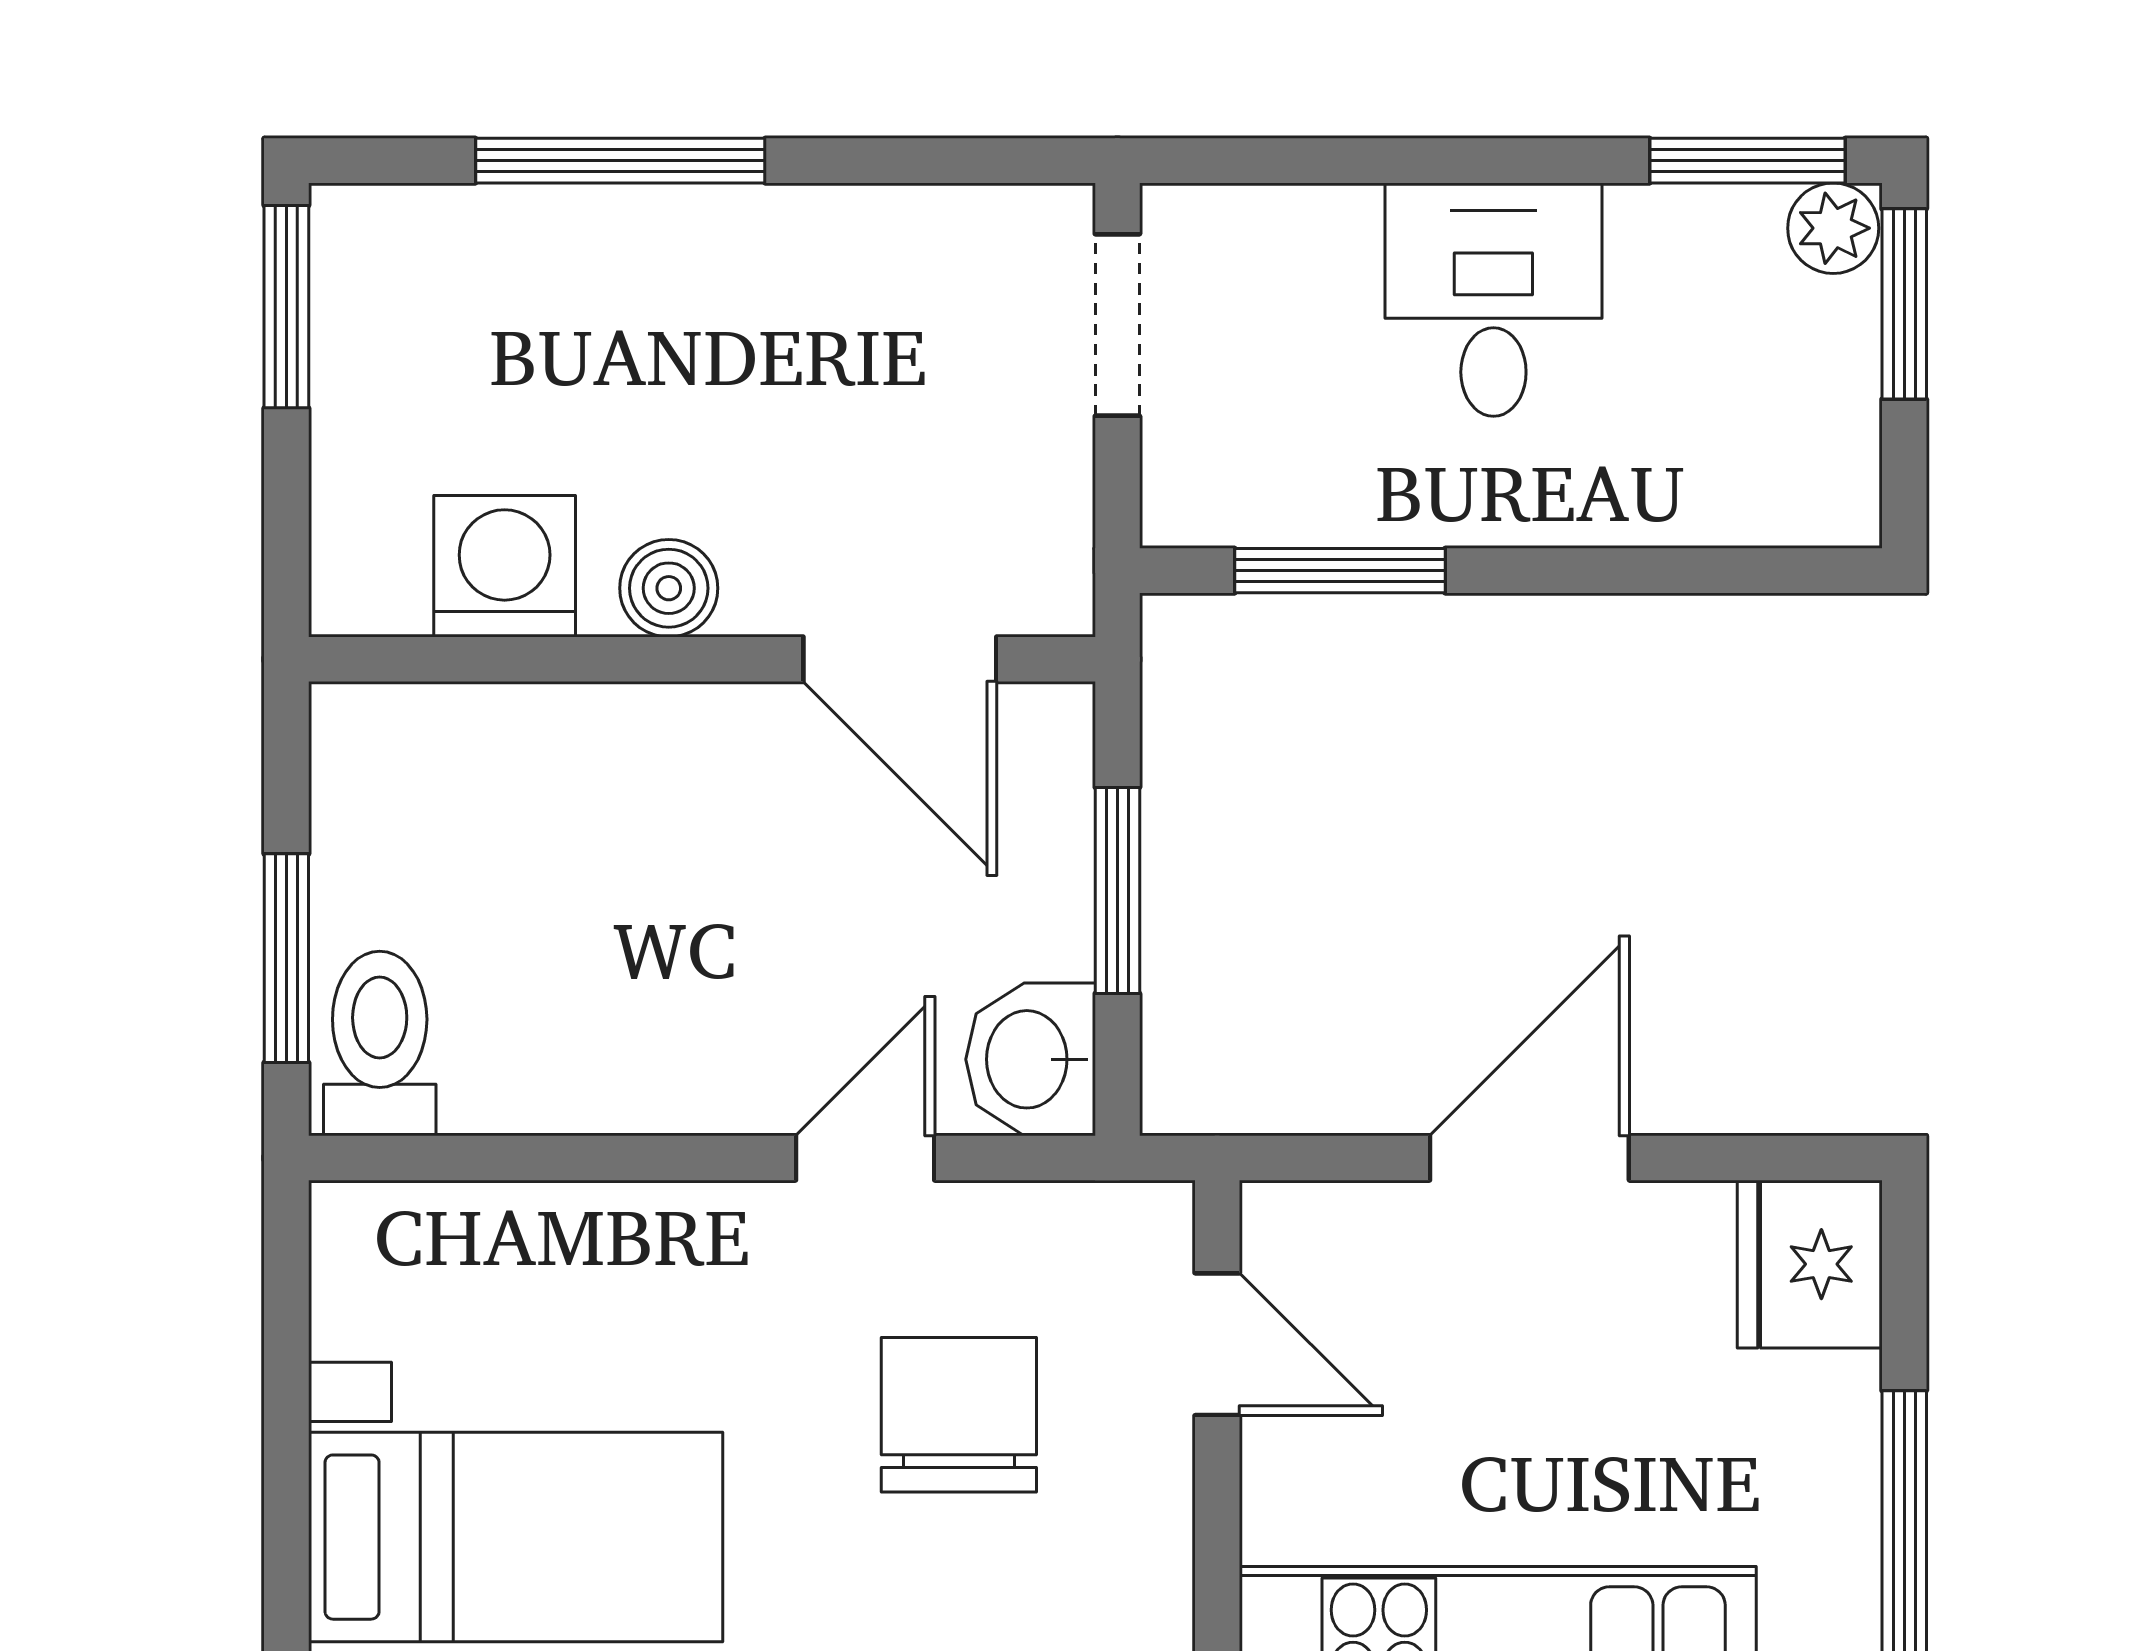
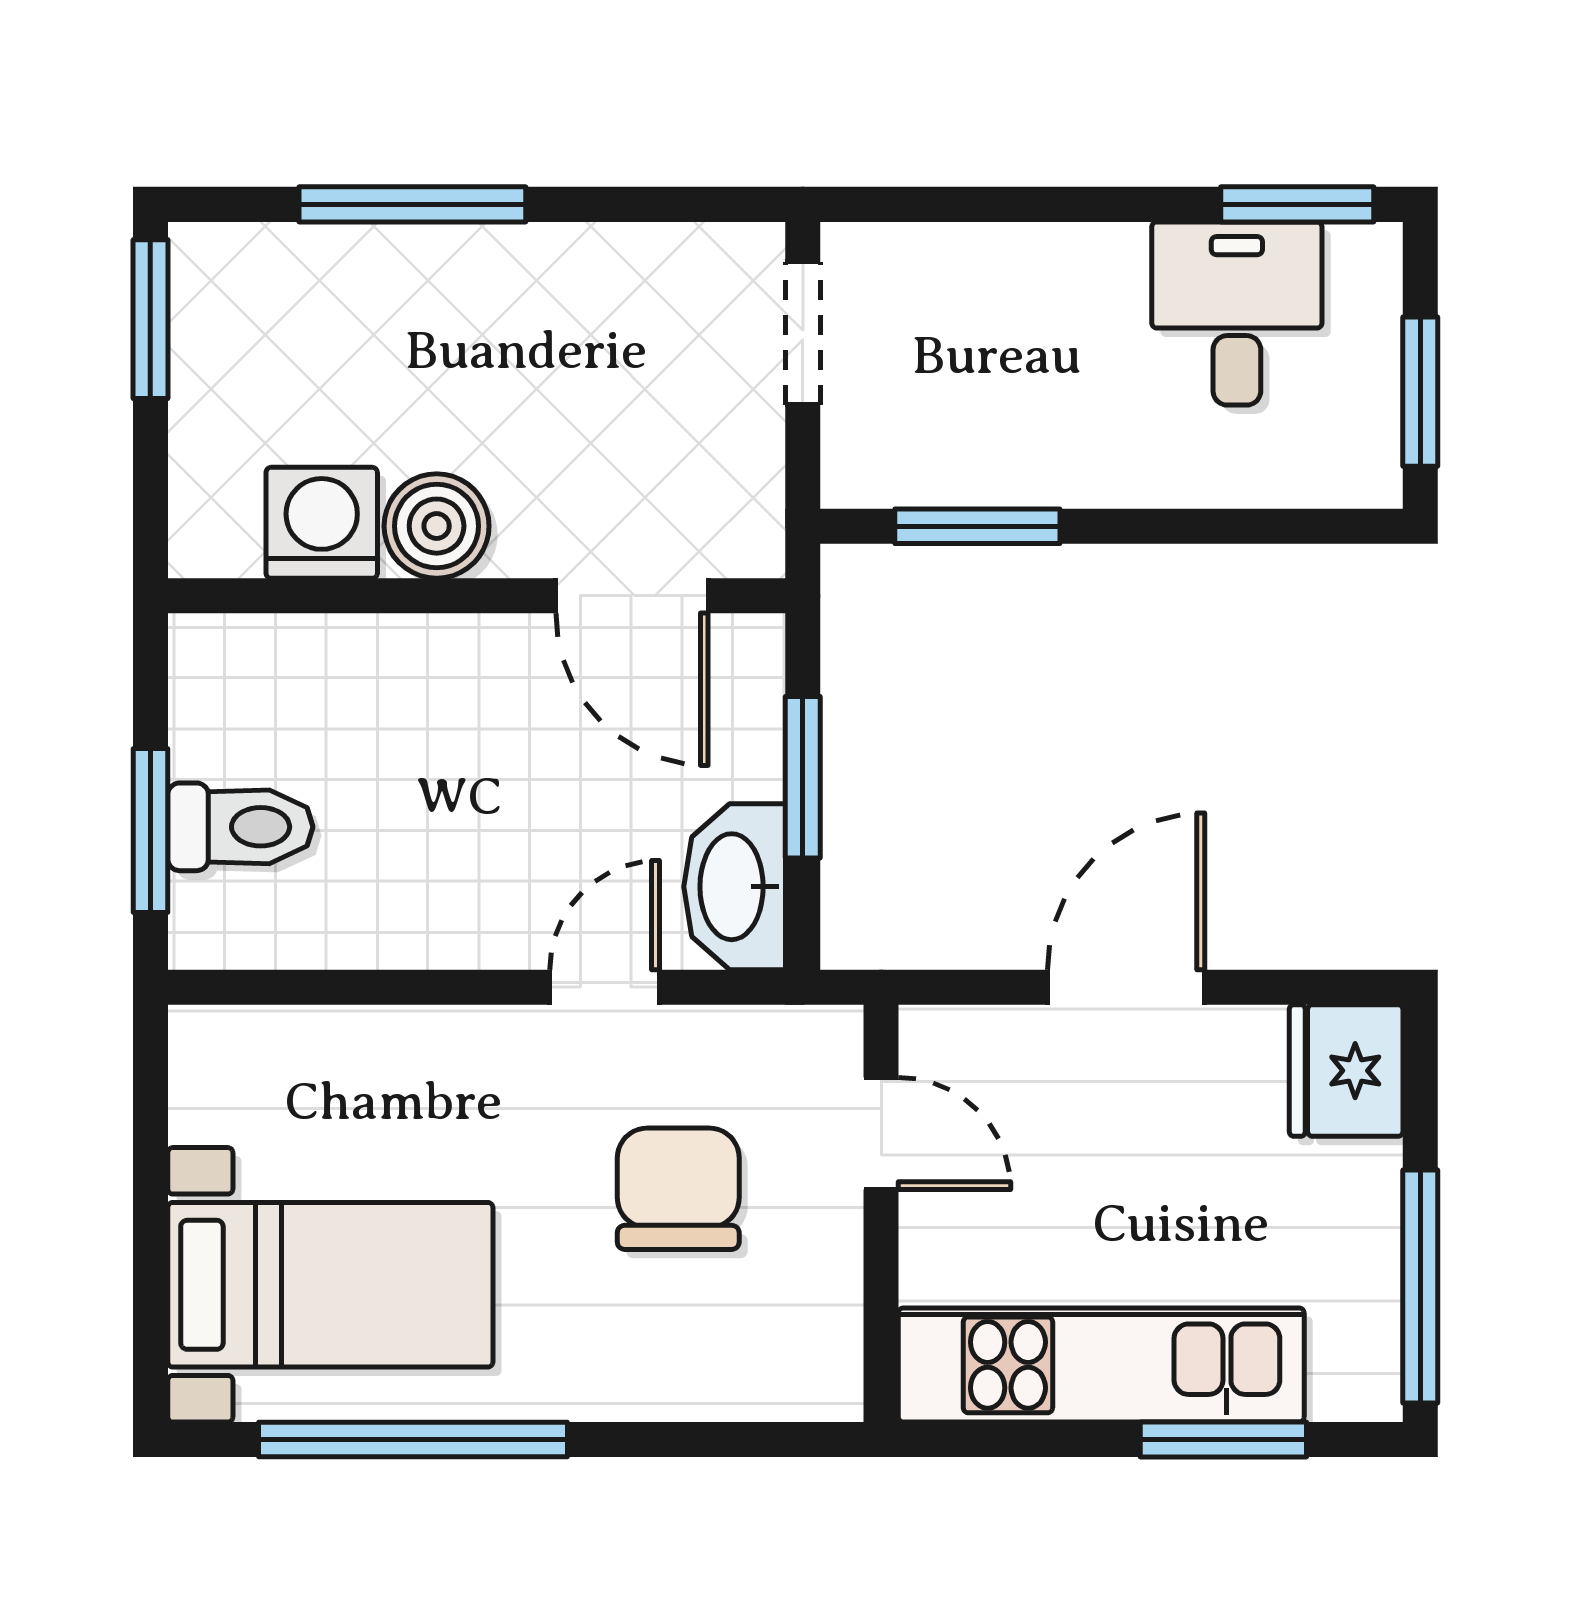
plant: (1833, 228) -> (1365, 257), removed
desk: (1493, 300) -> (1237, 313), moved
window: (1904, 304) -> (1420, 392), moved
boiler: (669, 588) -> (437, 526), width x1.36, depth x1.36
toilet: (380, 1043) -> (240, 827), moved, turned 90
washbasin: (1031, 1059) -> (735, 887), width x1.38

